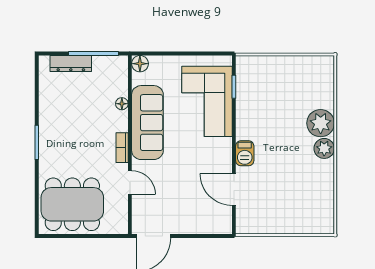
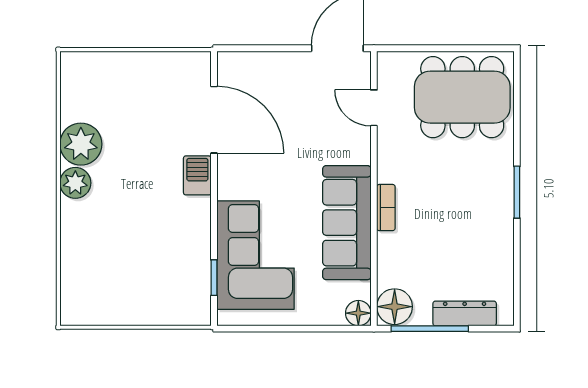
floor lamp: (122, 104) -> (395, 307), moved, width x1.89, depth x1.89
plant: (321, 123) -> (81, 144), moved
bookcase: (122, 148) -> (386, 208), moved
door: (130, 182) -> (374, 108), moved
door: (234, 190) -> (214, 120), width x1.36

